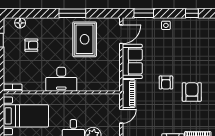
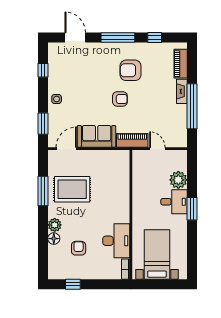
window: (72, 13) -> (43, 191), moved
floor lamp: (20, 23) -> (54, 239), moved
plant: (52, 24) -> (55, 225), added
door: (121, 34) -> (66, 149), hinge flipped
desk: (61, 79) -> (116, 241), moved

